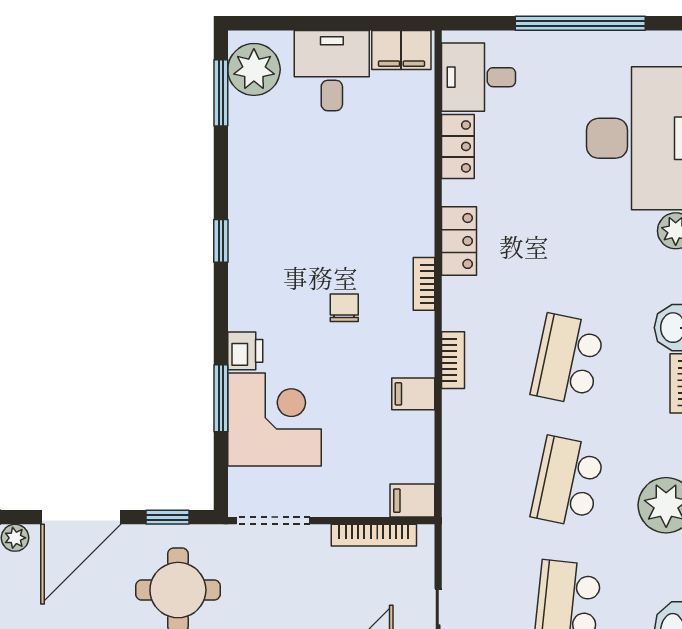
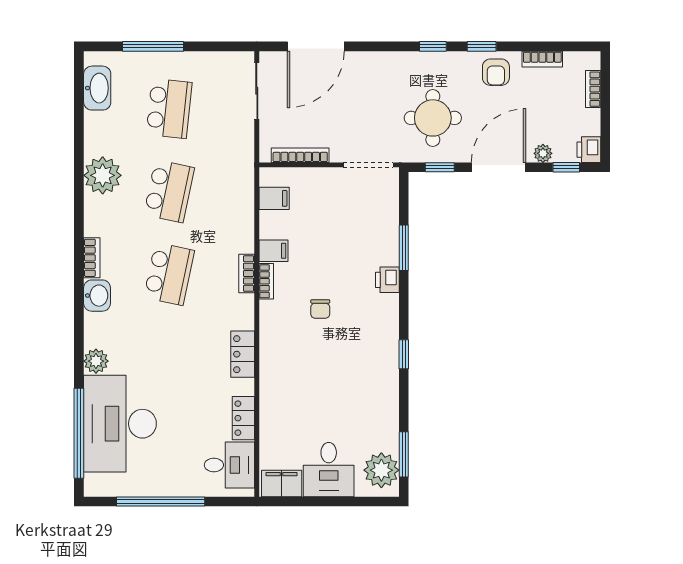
bookcase: (424, 284) -> (266, 281), moved
corner desk: (275, 419) -> (367, 233), removed
filing cabinet: (412, 501) -> (274, 198), moved

